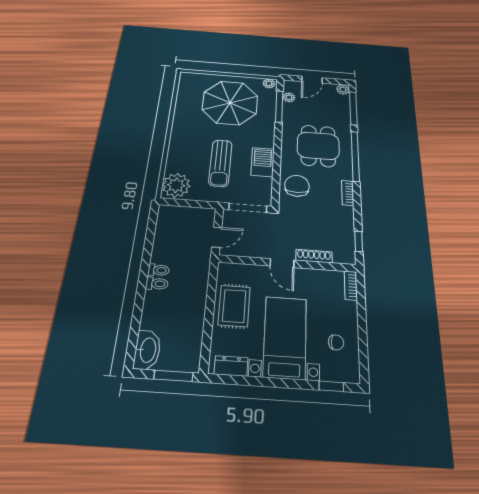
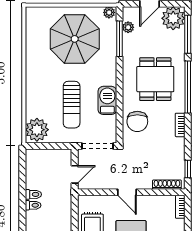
plant: (343, 89) -> (173, 18), width x1.87, depth x1.87
chair: (297, 186) -> (137, 121), turned 180
shoe rack: (314, 256) -> (167, 185), moved
toilet: (157, 284) -> (33, 194), moved

